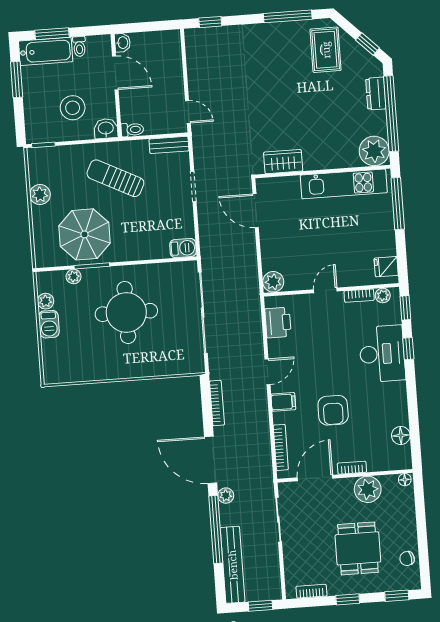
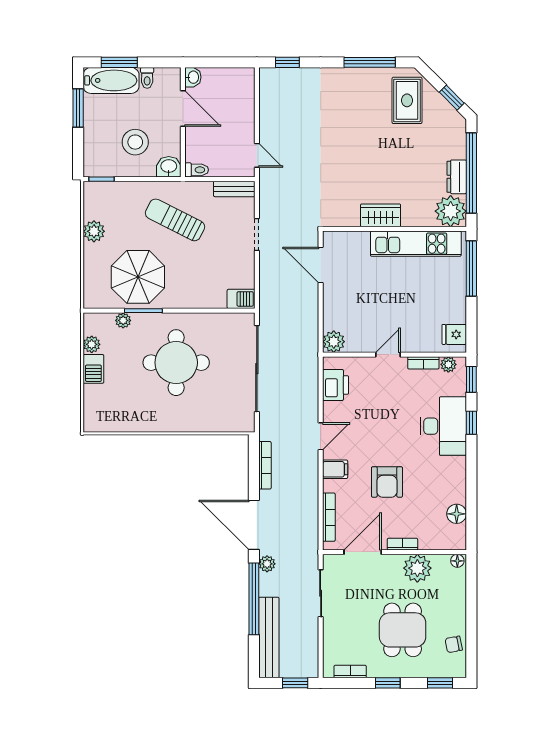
dresser: (376, 94) -> (457, 177), moved
wardrobe: (283, 162) -> (381, 215), moved

